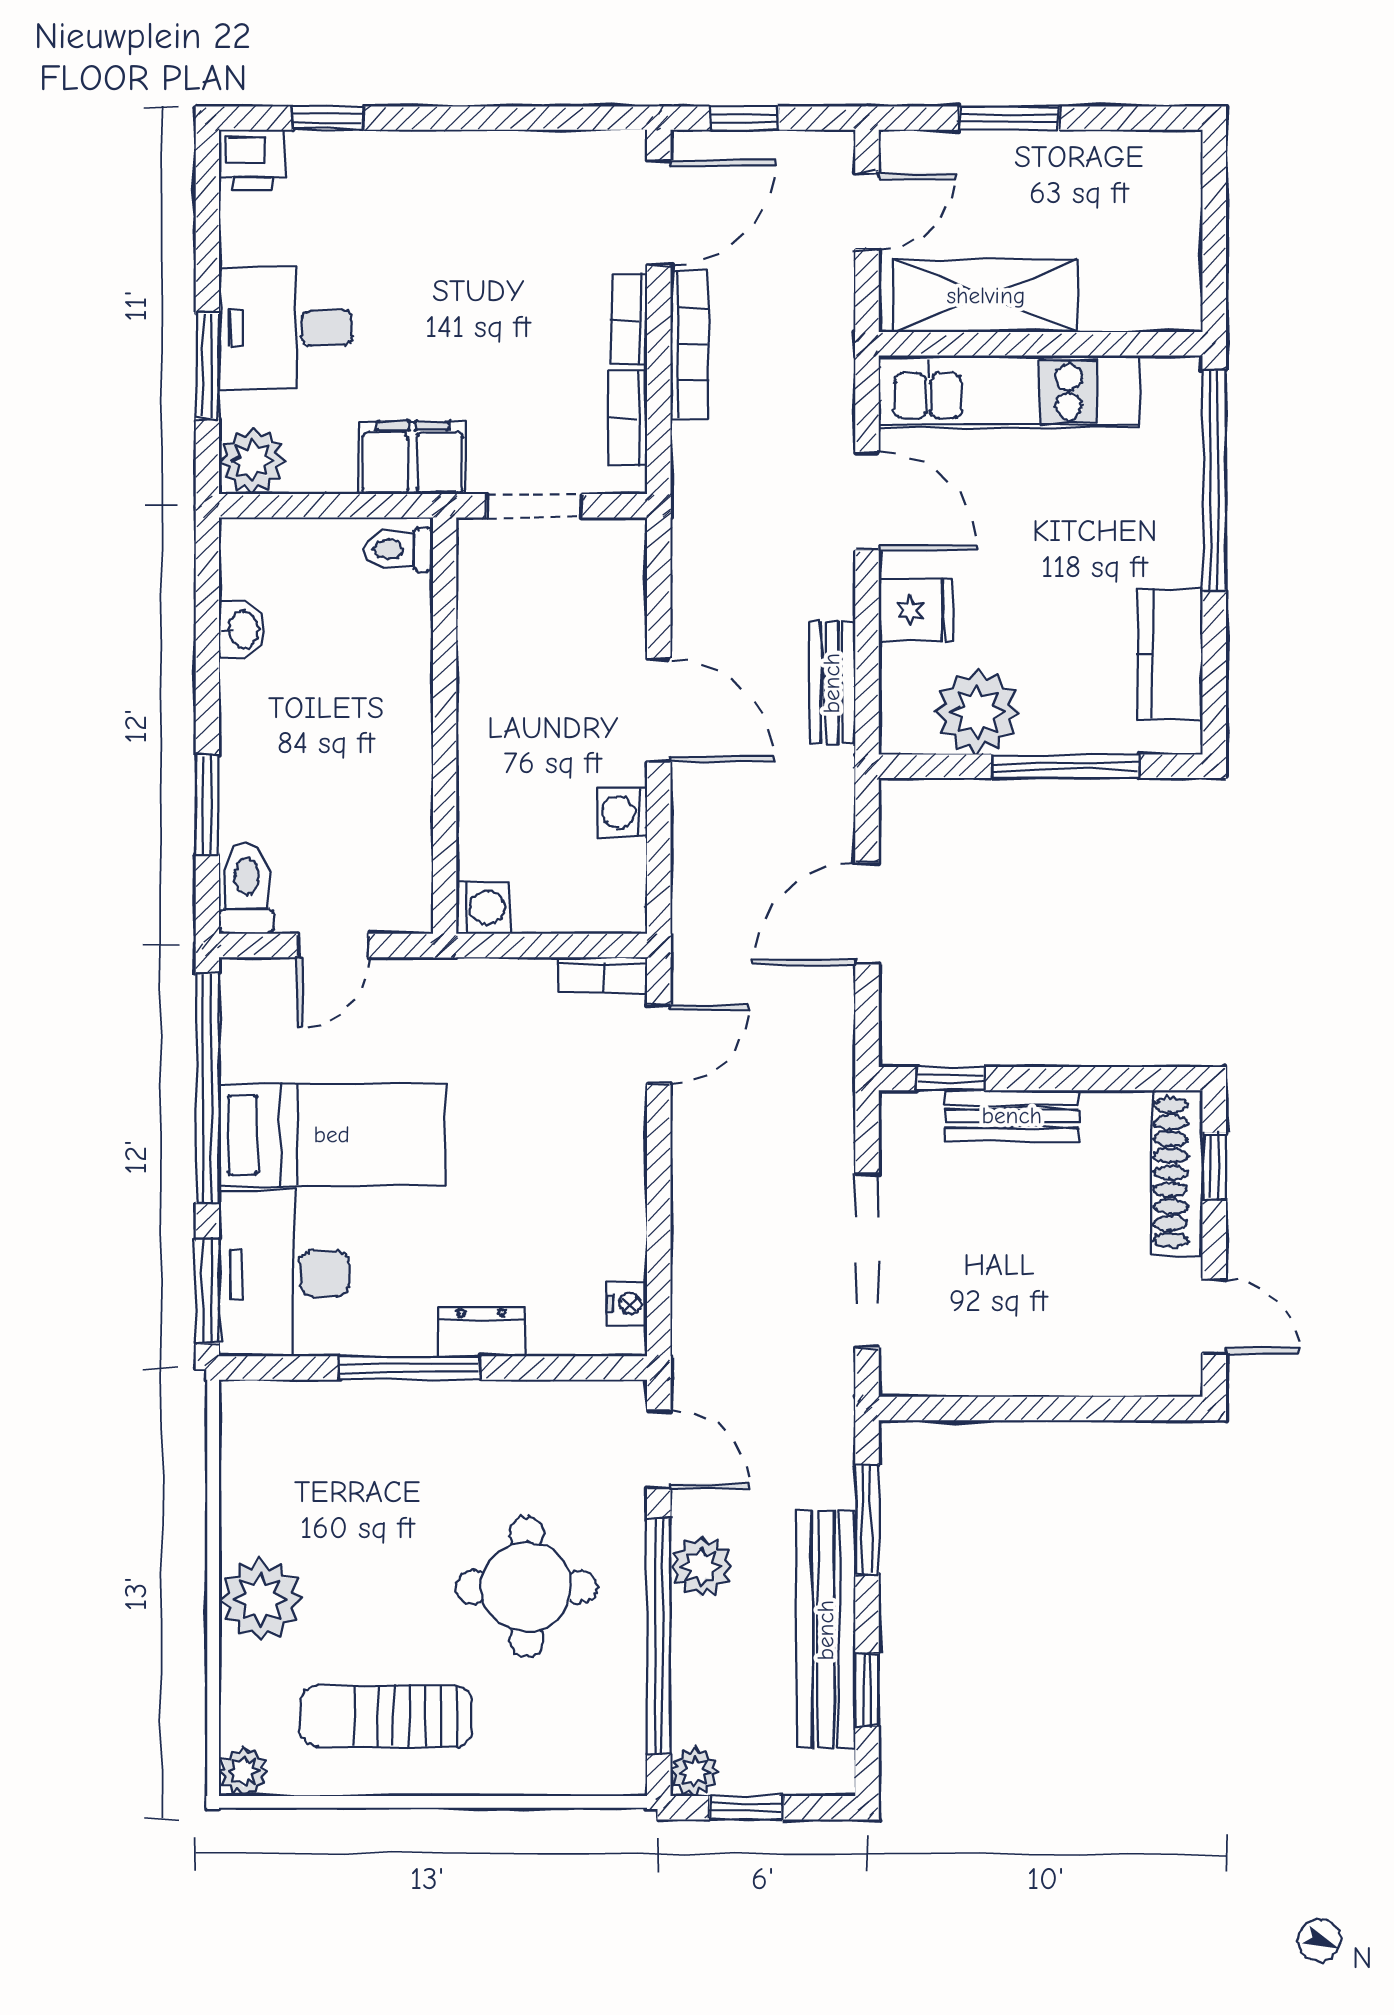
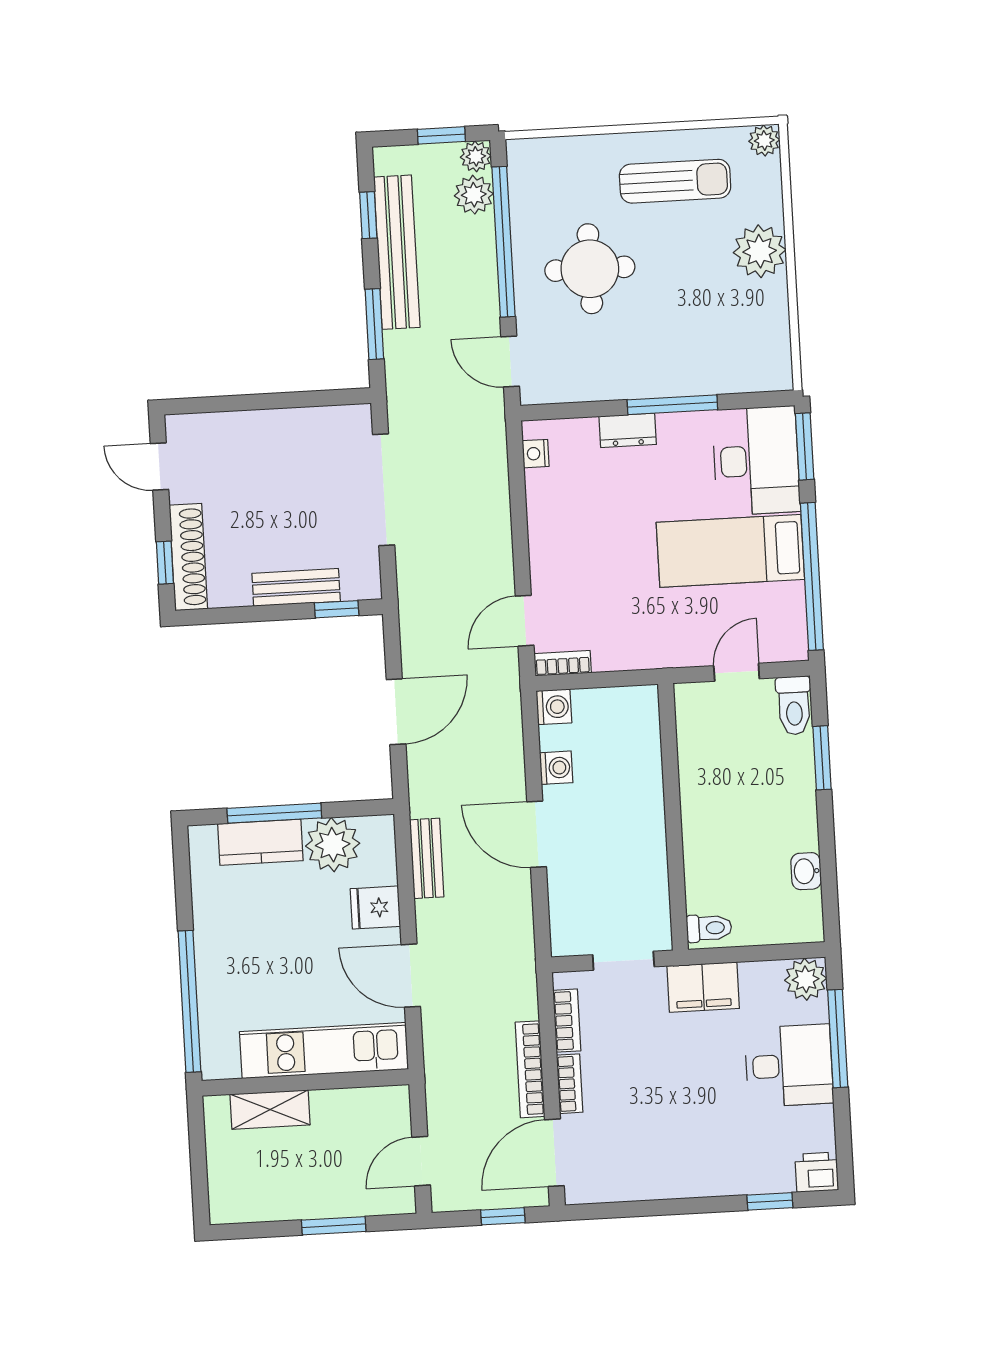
shelving: (986, 296) -> (270, 1110), moved, width x0.67, depth x0.75
window: (207, 366) -> (838, 1039), width x1.44
kitchen counter: (1170, 654) -> (260, 842), moved, turned 90
washing machine: (483, 908) -> (554, 707), moved, turned 180
plant: (701, 1567) -> (474, 195), moved

